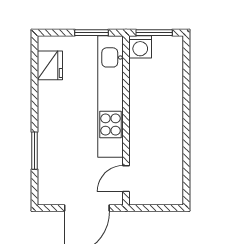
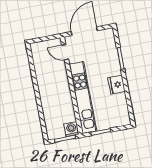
fridge: (50, 65) -> (116, 85), moved
door: (126, 179) -> (65, 52), swing flipped

